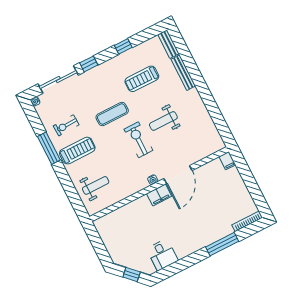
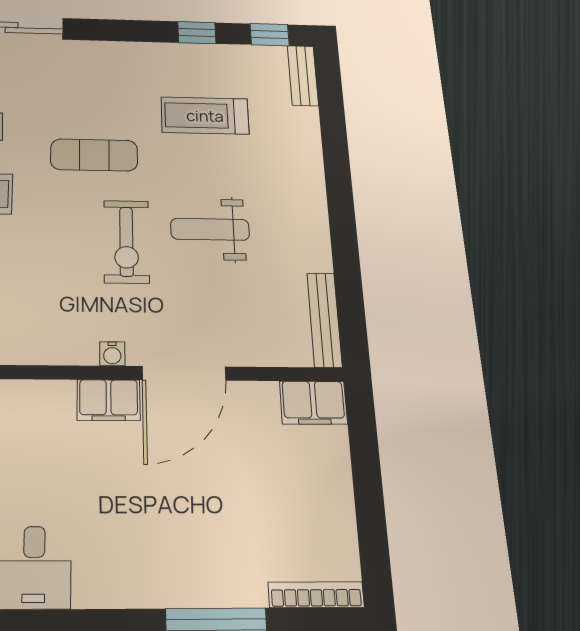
window: (89, 64) -> (270, 35), moved
bench: (183, 73) -> (324, 320), moved
exercise bike: (138, 140) -> (126, 242), turned 180
filing cabinet: (227, 161) -> (313, 403), width x2.00

